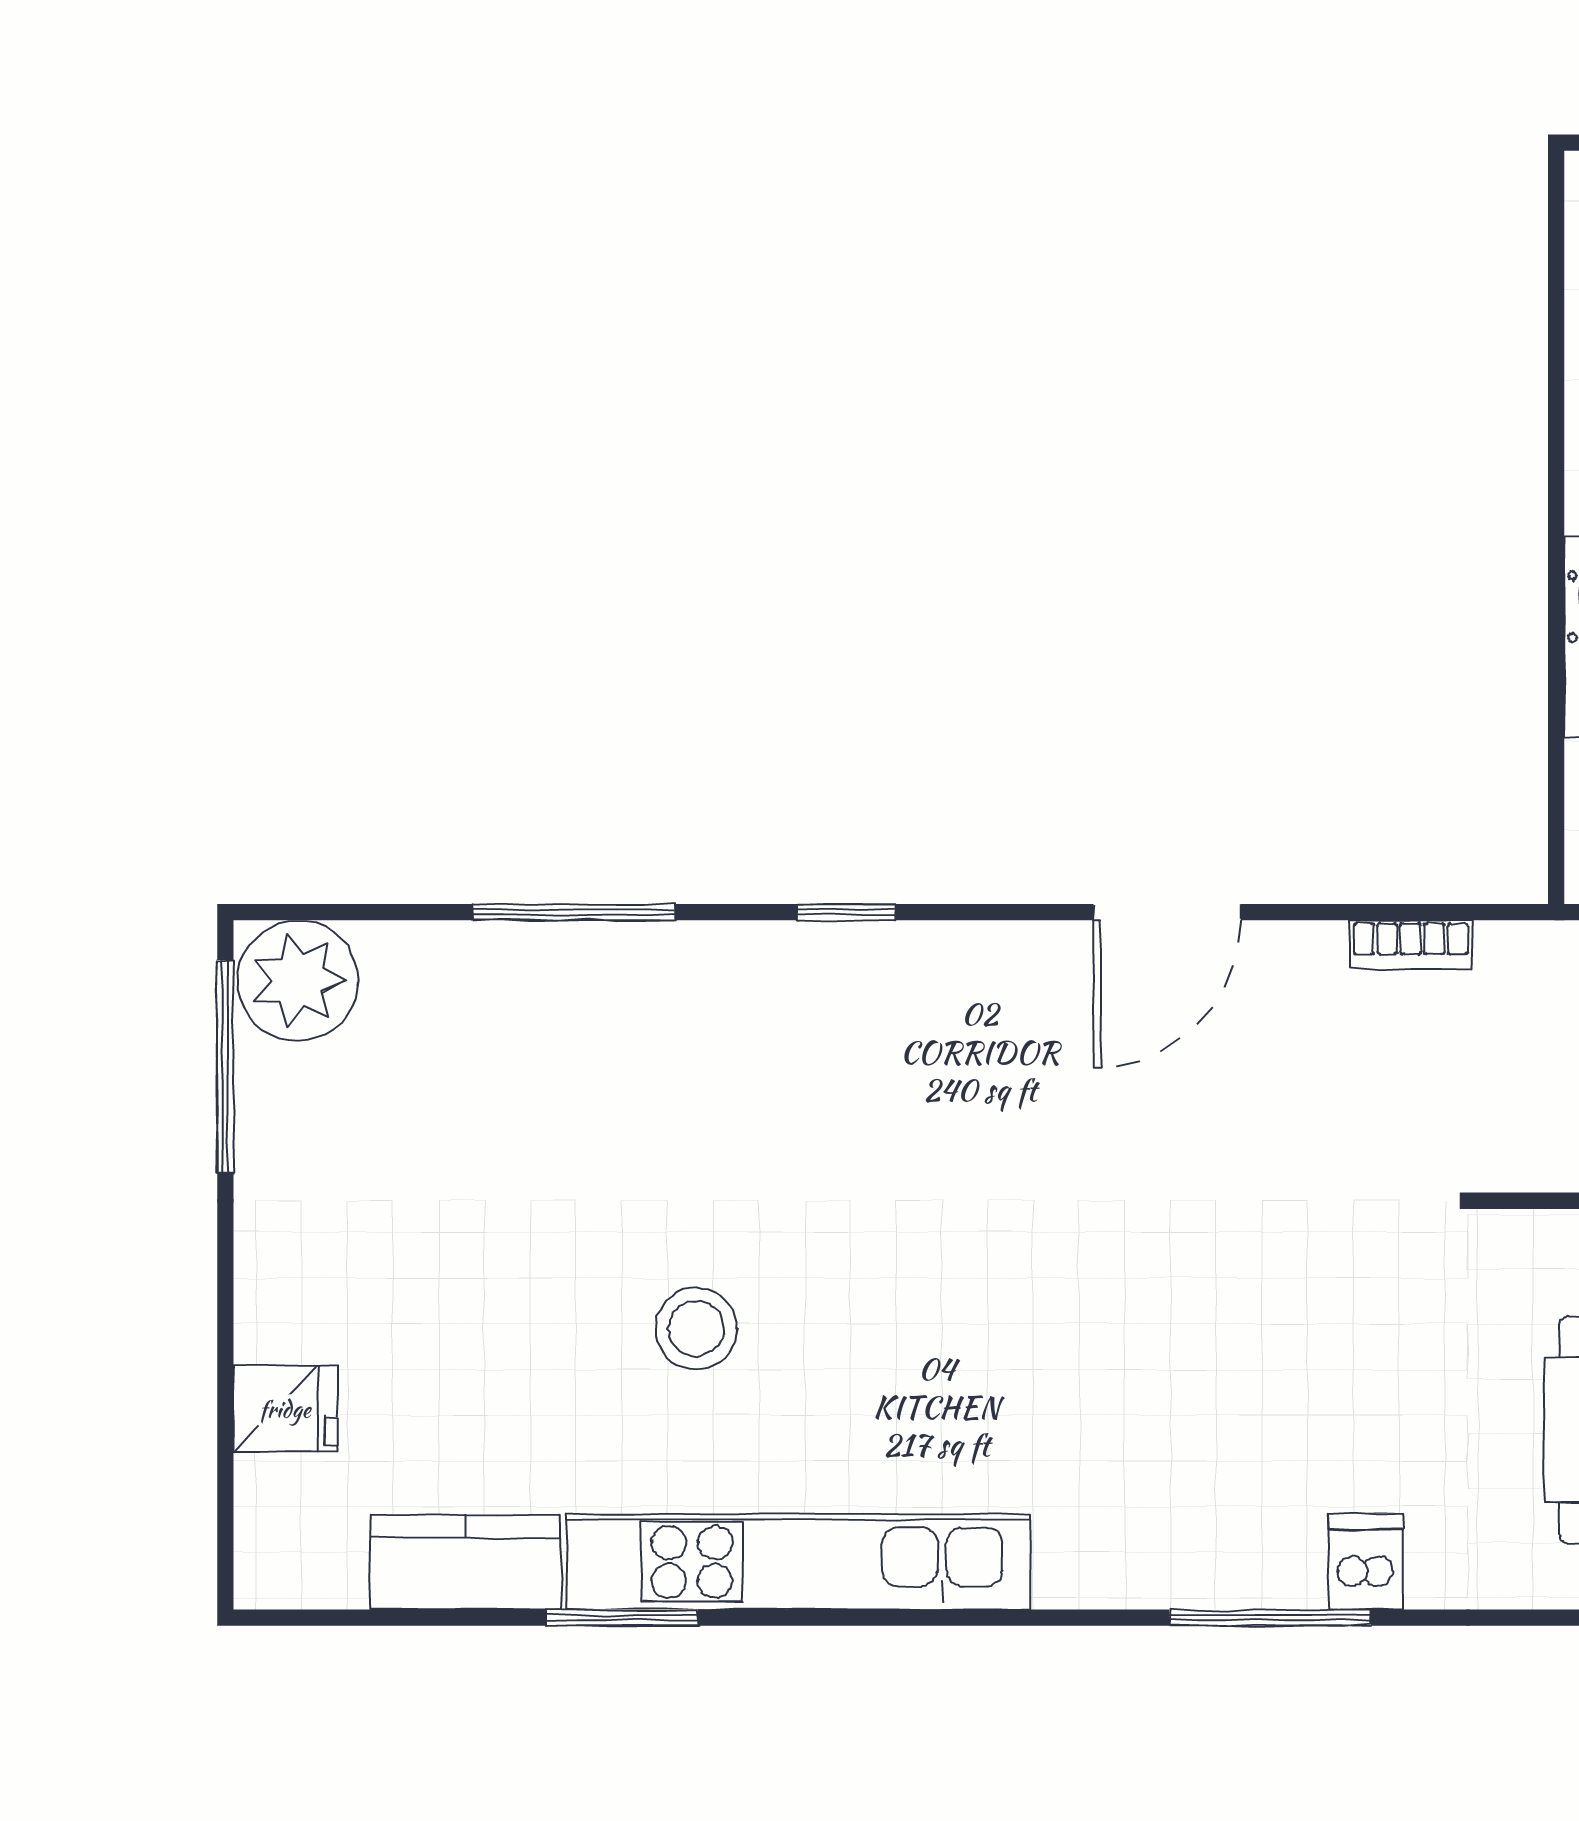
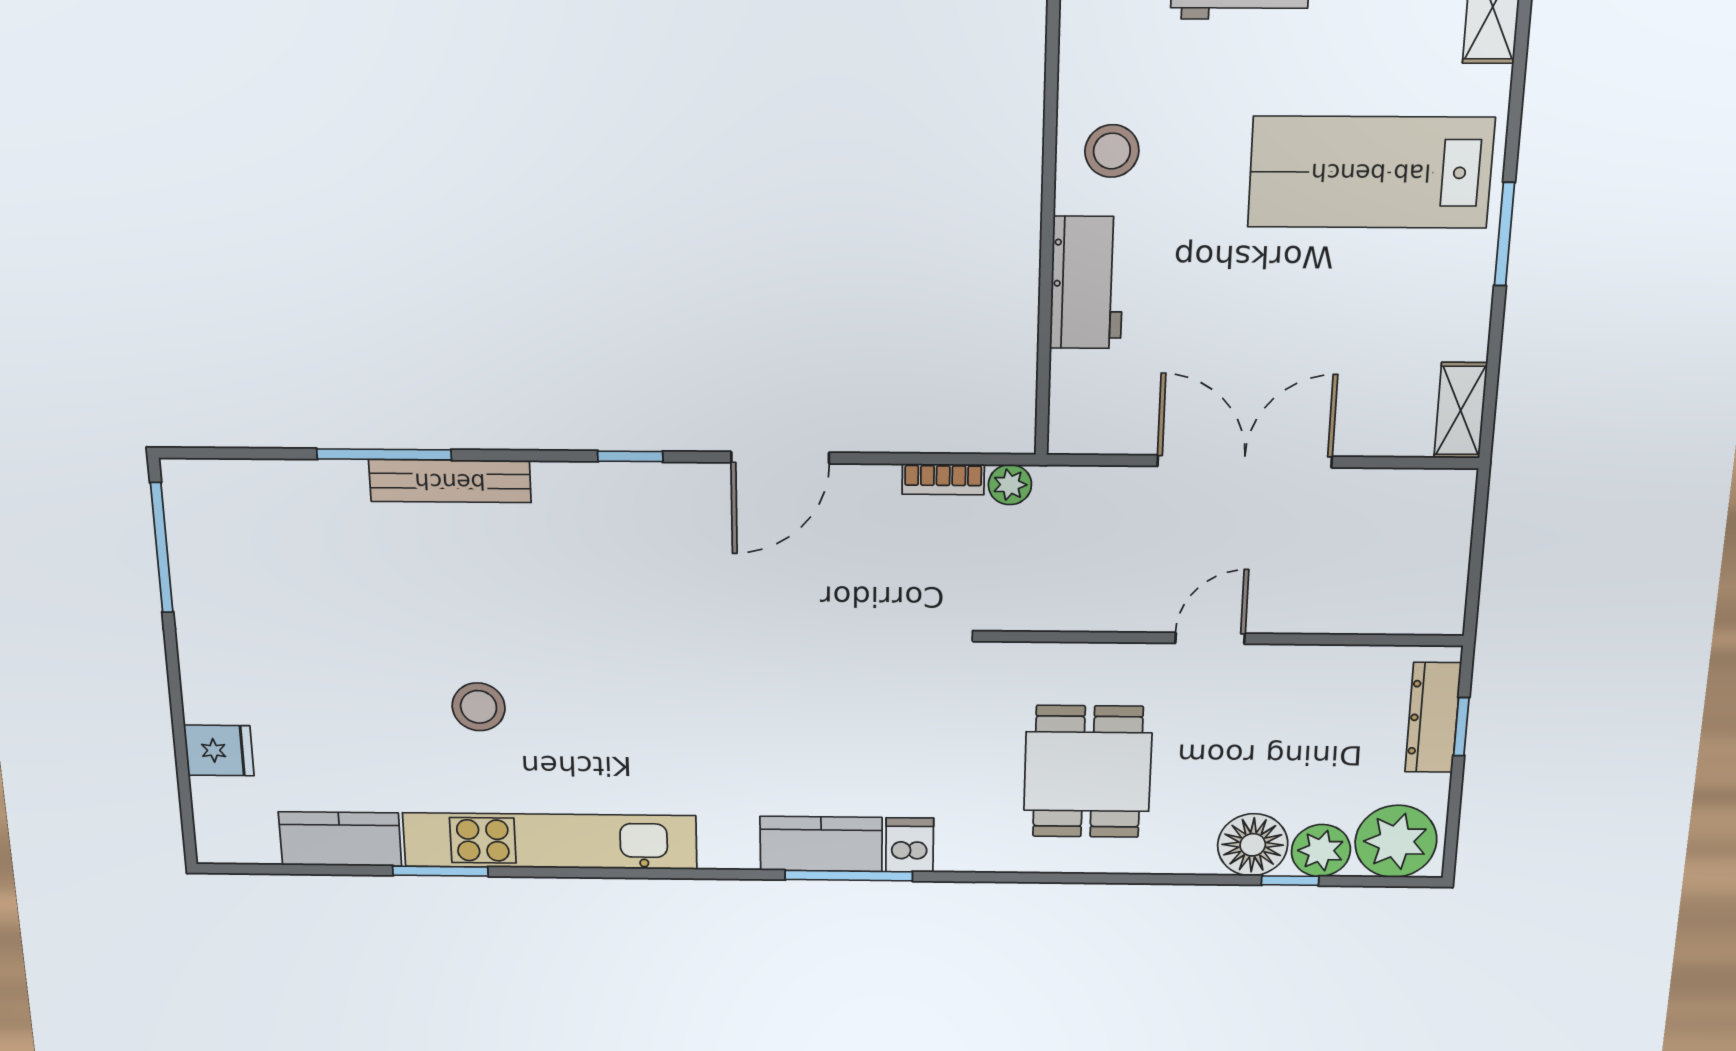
window: (846, 912) -> (630, 456), moved
bench: (671, 954) -> (450, 481), added
plant: (298, 981) -> (1010, 485), moved, width x0.53, depth x0.53
kitchen counter: (1226, 1562) -> (821, 844), added

